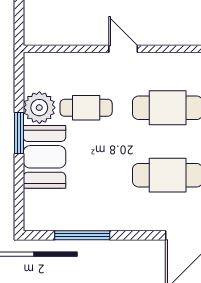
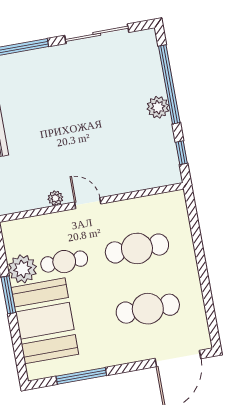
plant: (89, 37) -> (55, 198), added
booth: (44, 157) -> (45, 321), width x1.36, depth x1.42

